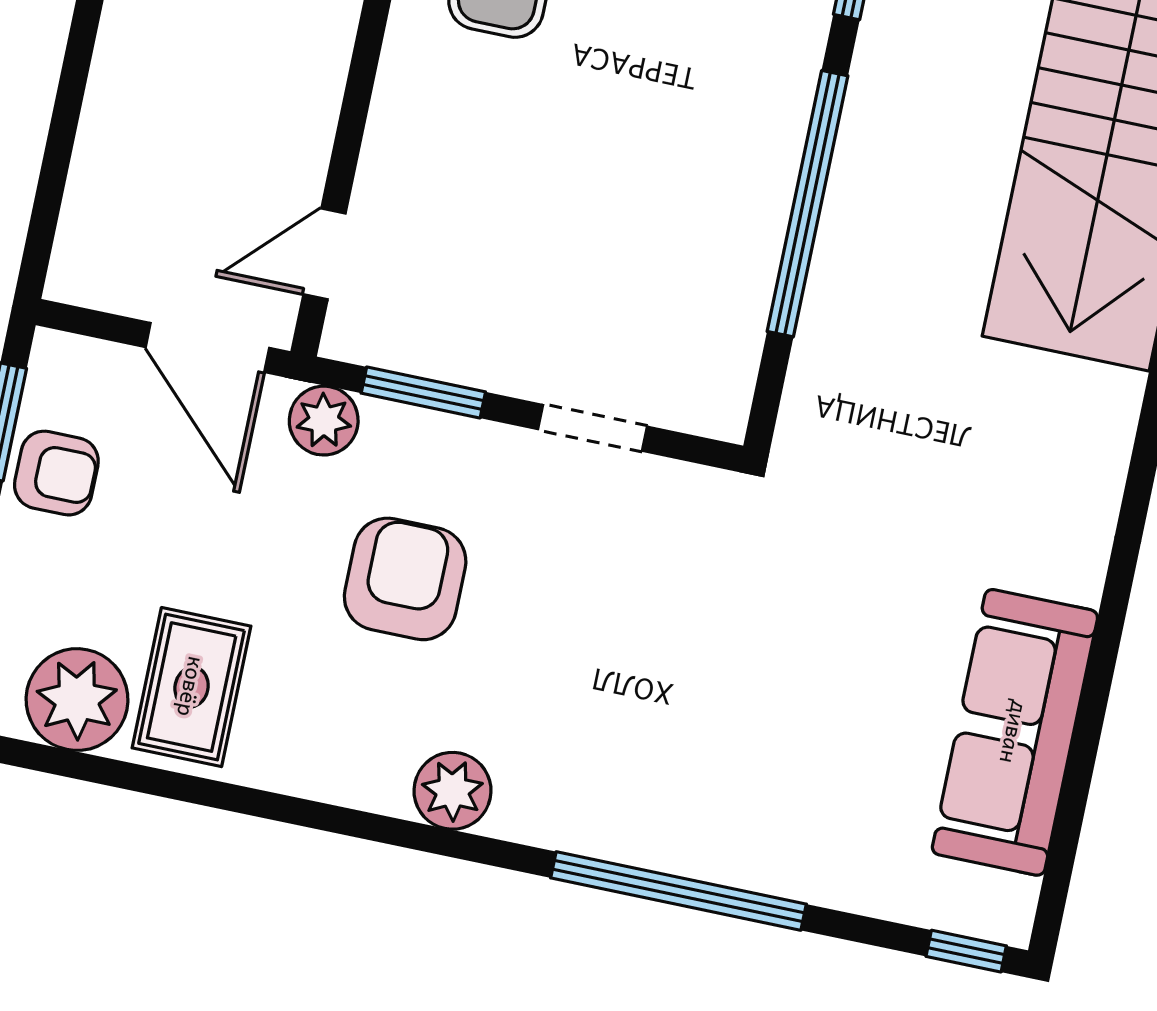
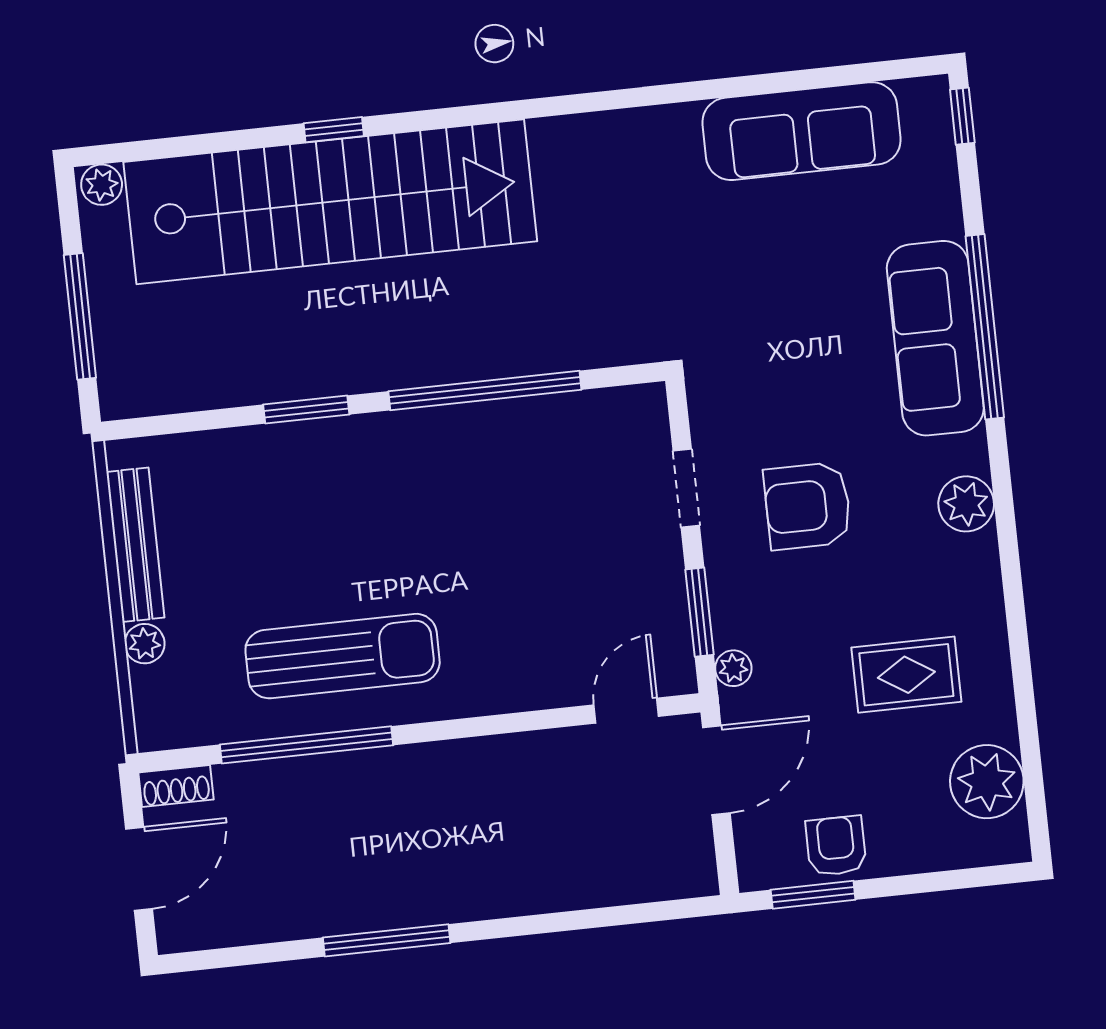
door: (324, 254) -> (626, 711), swing flipped
plant: (324, 421) -> (733, 668), width x0.73, depth x0.73
armchair: (405, 579) -> (808, 506), moved
rug: (192, 687) -> (906, 675), moved
sofa: (684, 821) -> (935, 338), added

